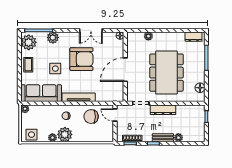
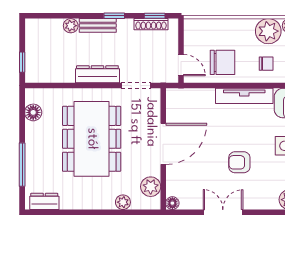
plant: (132, 45) -> (151, 187), added
armchair: (81, 59) -> (239, 162), width x0.53, depth x0.53

